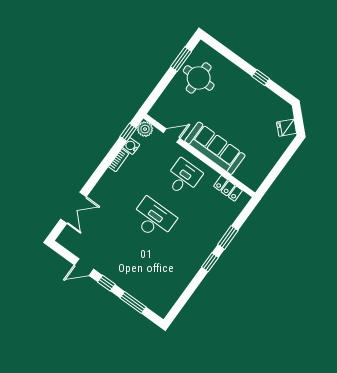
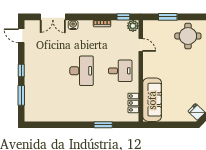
window: (181, 59) -> (168, 17), moved
water cooler: (131, 146) -> (73, 25), moved
sofa: (215, 148) -> (152, 100), moved
window: (210, 262) -> (80, 125), removed
door: (84, 267) -> (21, 36), moved

